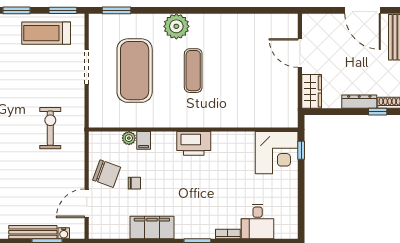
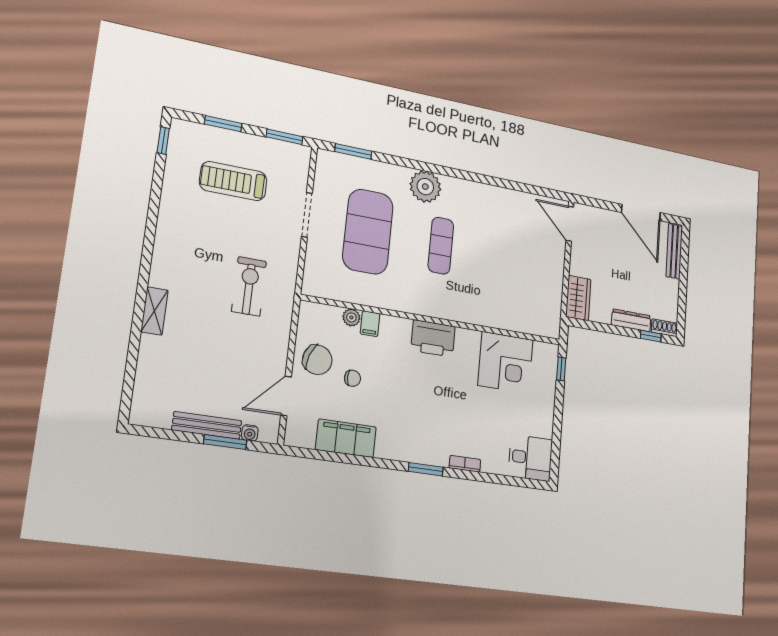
treadmill: (46, 33) -> (233, 181), moved
door: (300, 53) -> (570, 224), moved
corner desk: (277, 153) -> (506, 363), moved
desk: (258, 222) -> (530, 458), moved, turned -90
filing cabinet: (152, 228) -> (346, 438), moved

